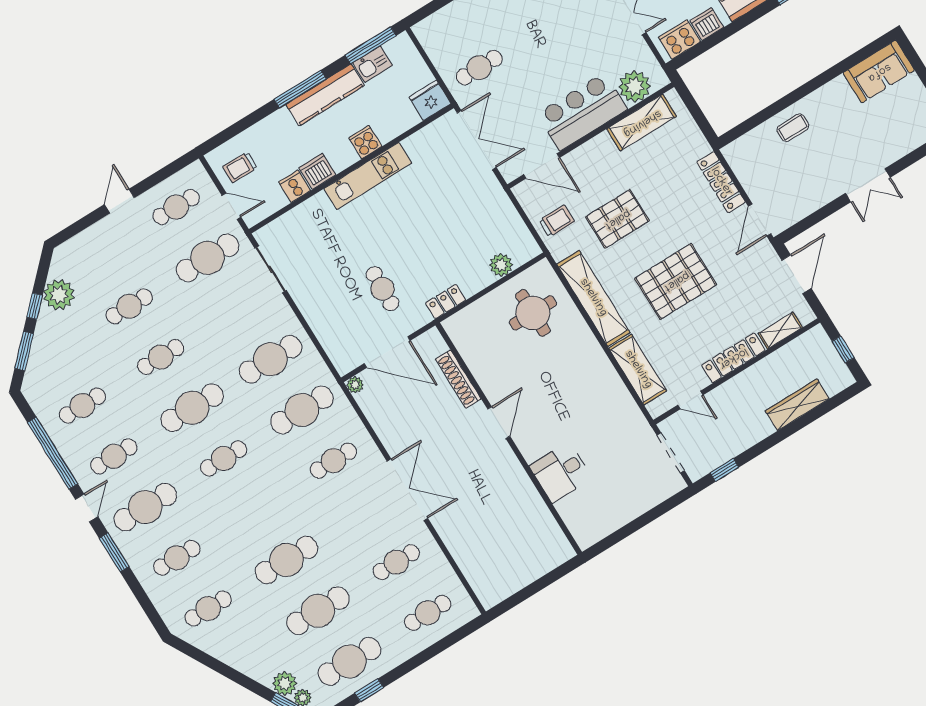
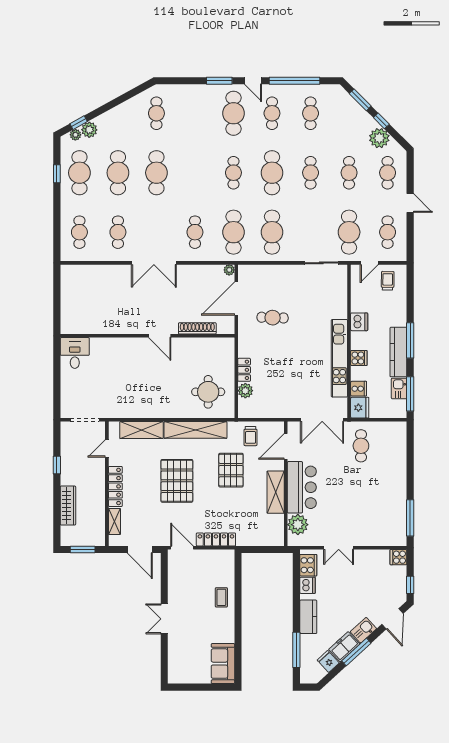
shelving: (642, 123) -> (276, 492), moved
kitchen unit: (368, 176) -> (339, 358), width x1.36
cooker: (295, 186) -> (359, 389), moved
locker: (446, 301) -> (244, 370), moved
window: (843, 349) -> (83, 550), width x1.50
window: (724, 470) -> (57, 465), moved
desk: (561, 472) -> (75, 353), moved
cafe table: (177, 558) -> (388, 173), moved

